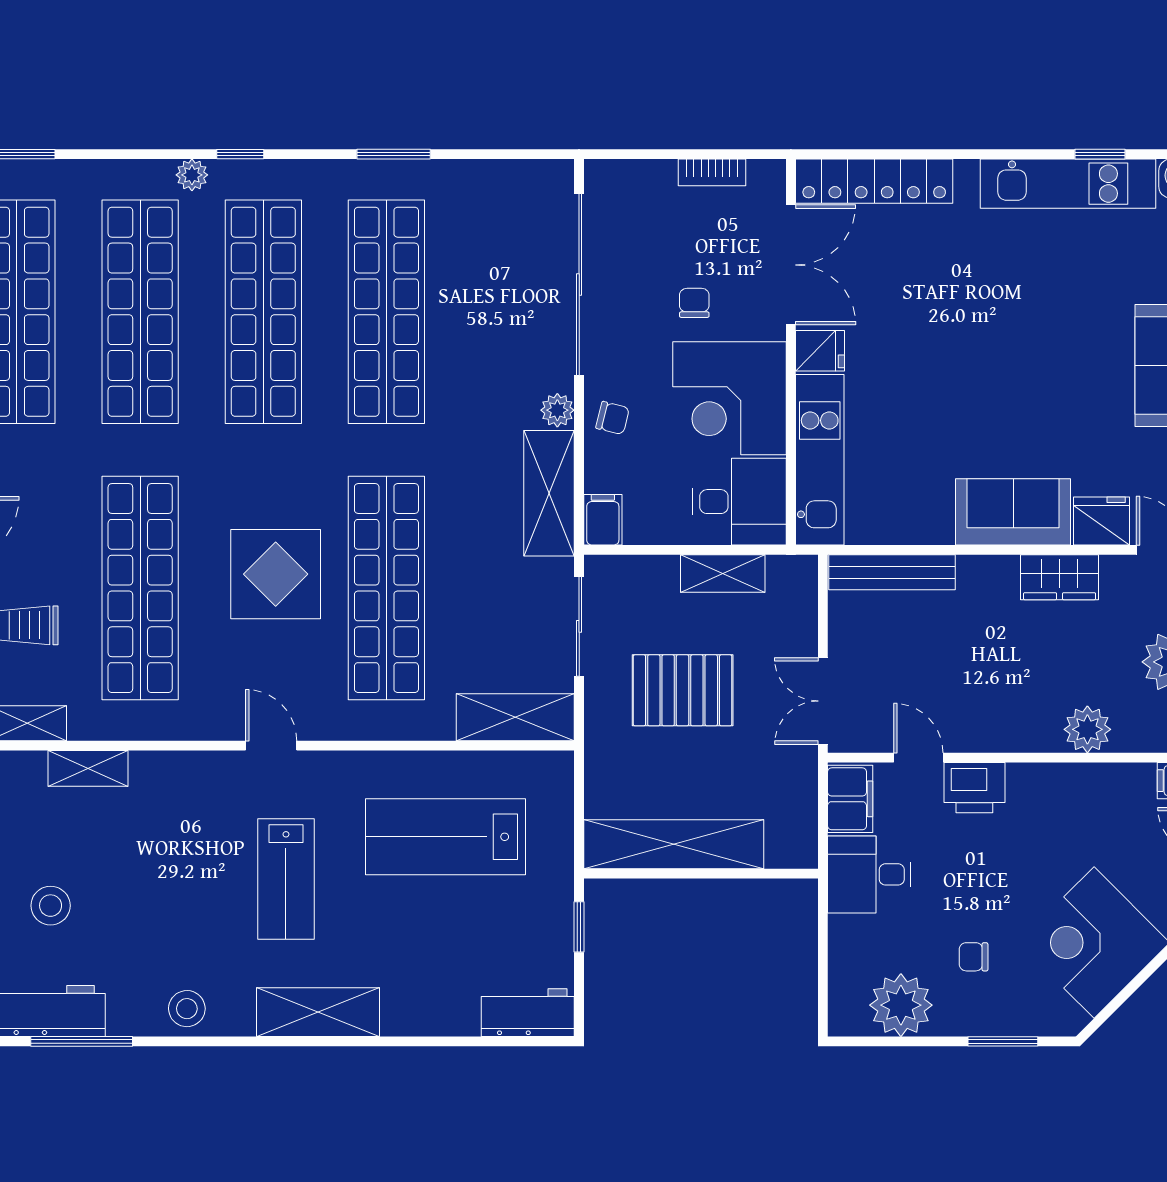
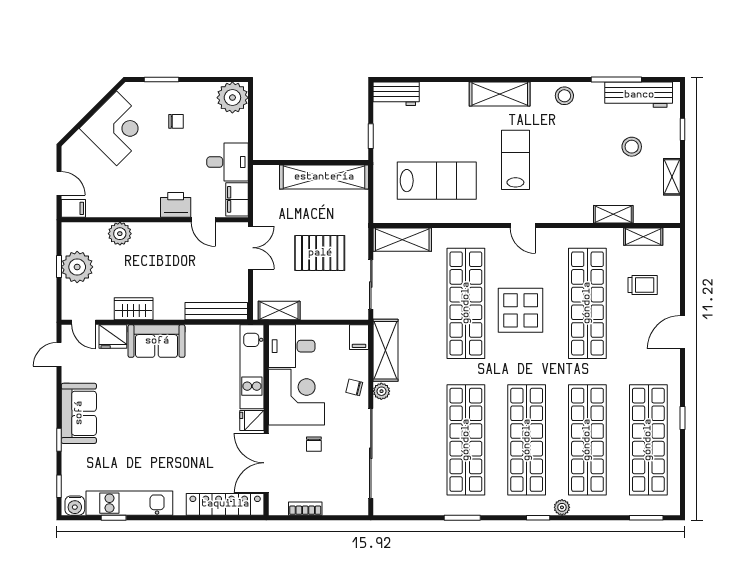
shelving: (723, 574) -> (279, 311), moved
plant: (901, 1005) -> (232, 98), moved

